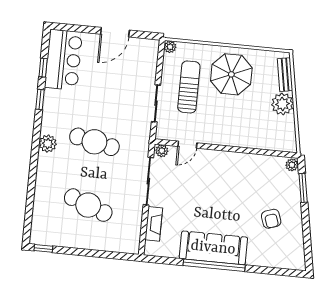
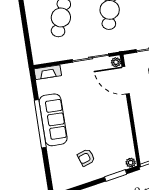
door: (187, 145) -> (126, 80), width x1.88
fireplace: (154, 224) -> (48, 72), moved

